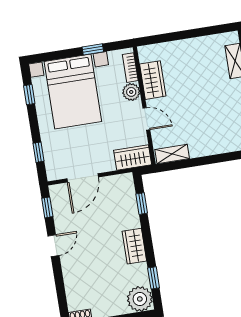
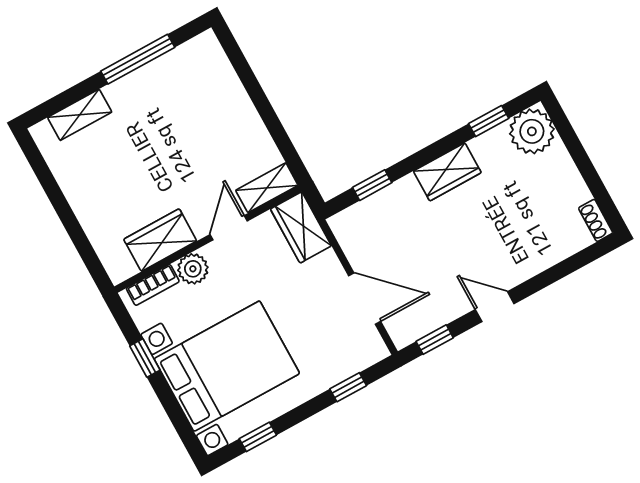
shelving: (172, 154) -> (267, 188), moved, turned 90

